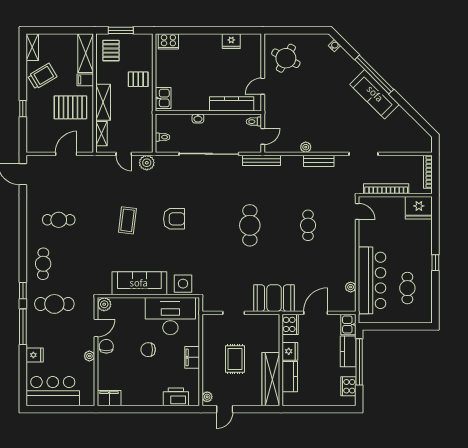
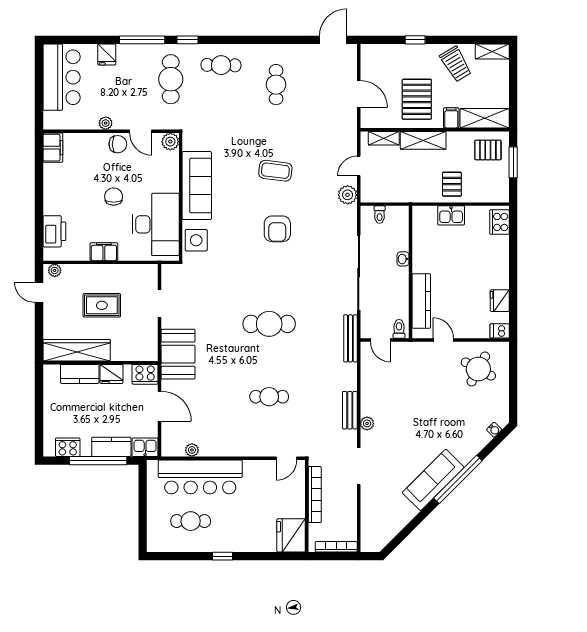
dishwasher: (255, 41) -> (500, 331), added
kitchen sink: (163, 98) -> (451, 215), moved
plant: (306, 147) -> (367, 423), moved

